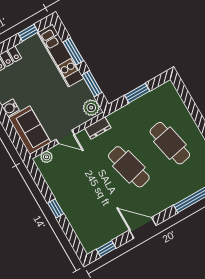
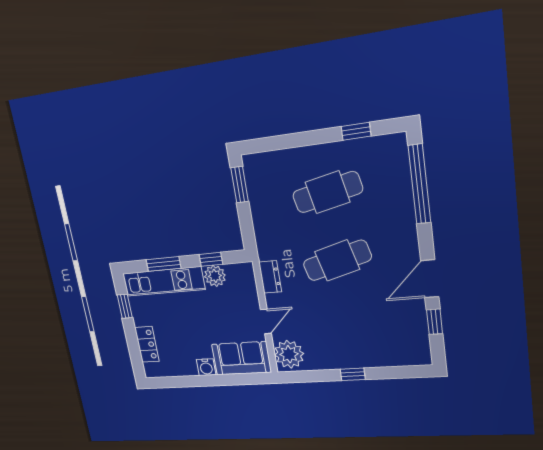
window: (92, 84) -> (211, 259), width x0.67
window: (137, 93) -> (240, 185), moved
plant: (91, 108) -> (215, 276), moved
plant: (47, 157) -> (289, 354), width x1.87, depth x1.87
window: (106, 249) -> (434, 322), moved

